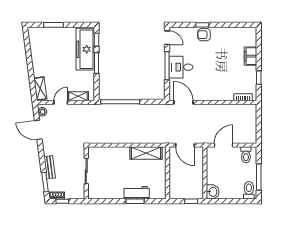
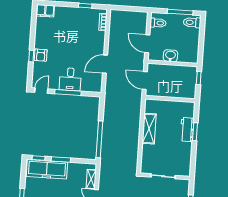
filing cabinet: (251, 56) -> (45, 11), moved
door: (183, 102) -> (105, 64), moved
door: (185, 145) -> (145, 80), swing flipped
shelving: (146, 153) -> (149, 129), moved
washbasin: (213, 192) -> (170, 56), moved

